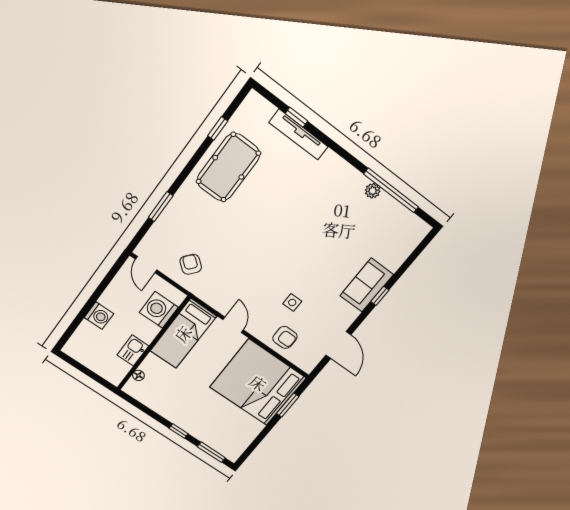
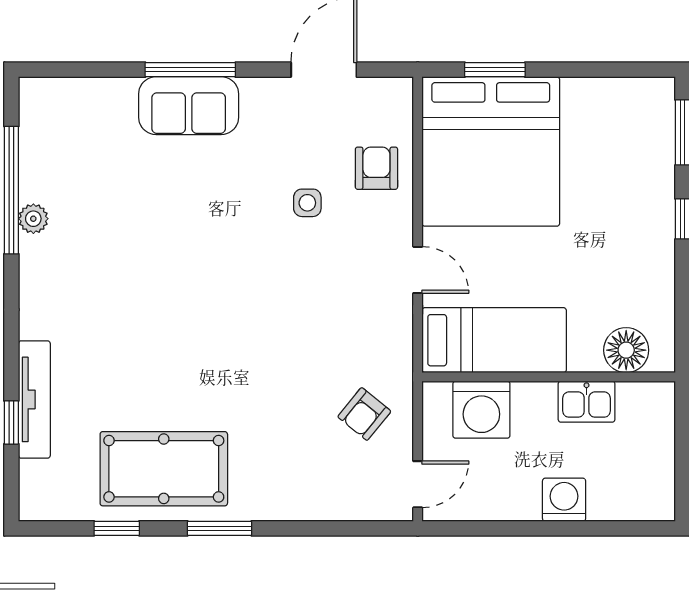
window: (161, 207) -> (219, 528), moved
window: (380, 296) -> (190, 70), width x2.17
door: (233, 325) -> (418, 270), swing flipped
floor lamp: (138, 375) -> (626, 350), width x1.89, depth x1.89

